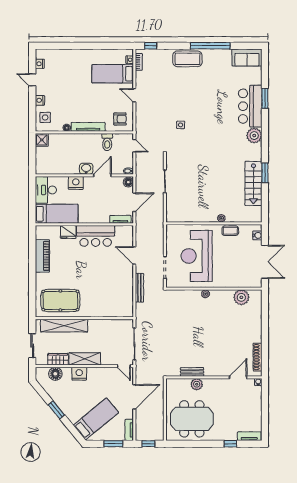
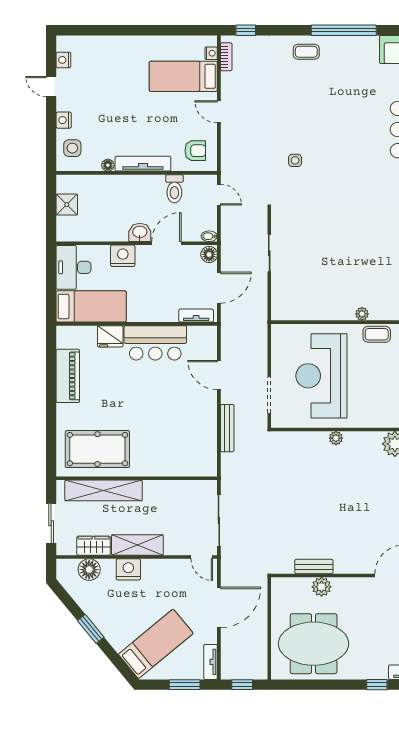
coffee table: (187, 59) -> (306, 52), width x0.54, depth x0.58
shower: (42, 140) -> (67, 205), moved

